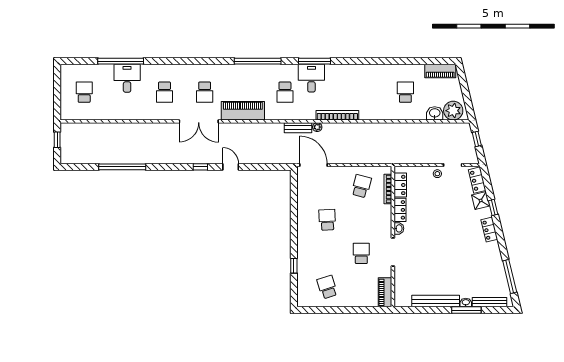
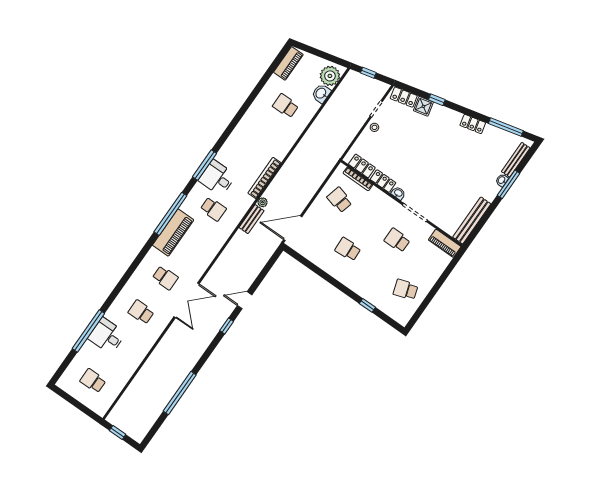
school desk: (164, 92) -> (141, 312), turned 180
piano: (243, 111) -> (173, 233), moved, turned 180
locker: (489, 230) -> (473, 124), moved
bench: (436, 301) -> (472, 220), moved

